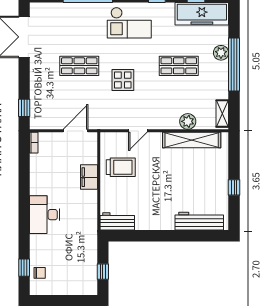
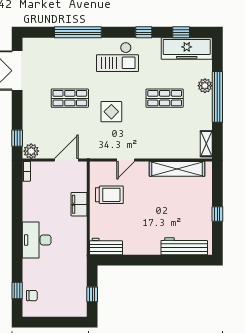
plant: (188, 121) -> (31, 151), moved

